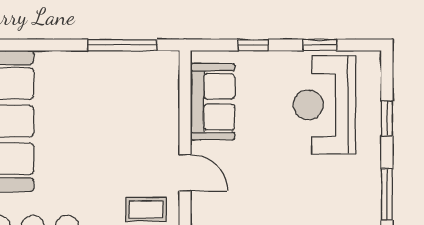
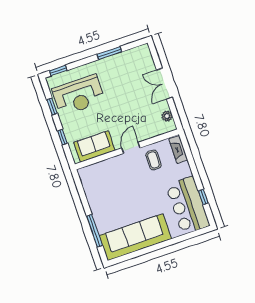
window: (122, 45) -> (95, 231), moved
window: (387, 118) -> (58, 71), moved

